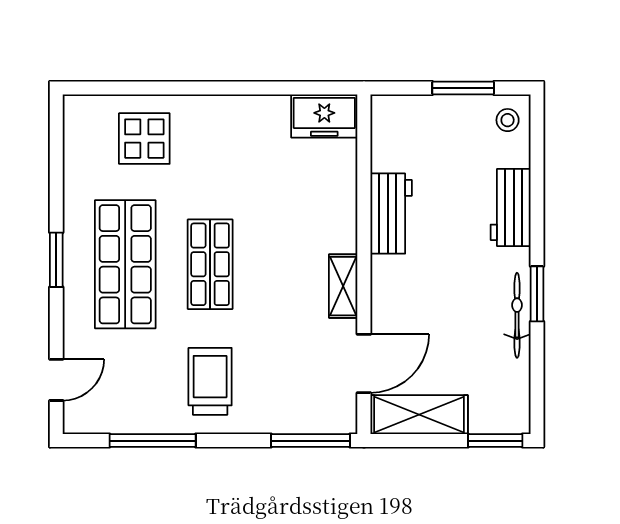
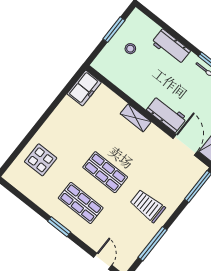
stool: (508, 120) -> (130, 49), moved
workbench: (391, 214) -> (167, 114), moved
shop shelf: (125, 264) -> (81, 203), width x0.70, depth x0.74
shelving: (343, 286) -> (136, 118), moved

